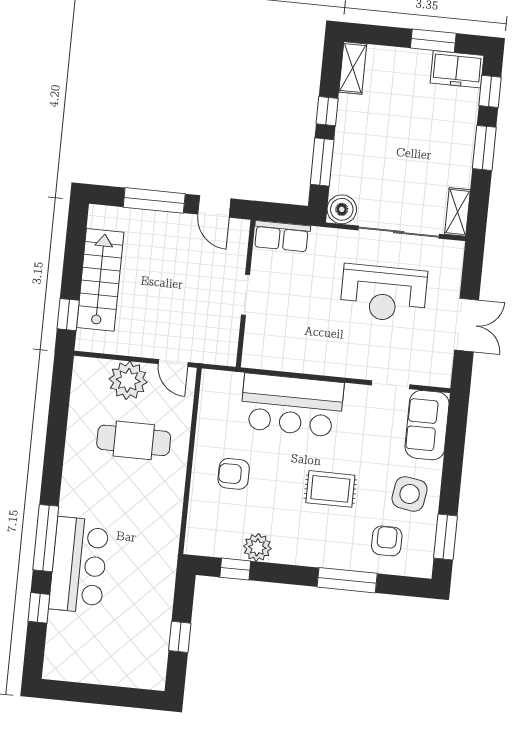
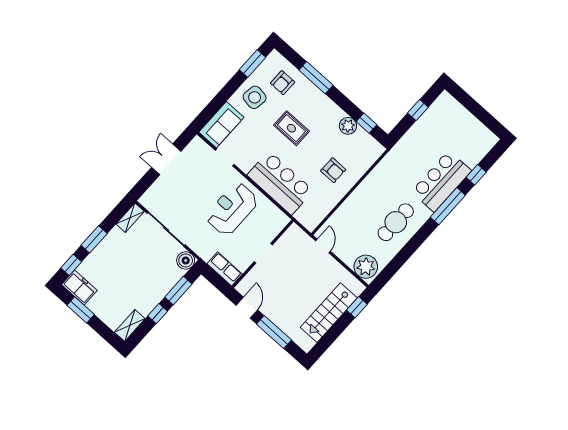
reception desk: (384, 293) -> (232, 209), moved, turned -90
plant: (128, 380) -> (366, 267), moved
cafe table: (134, 440) -> (396, 222), moved, turned 90

